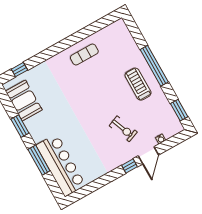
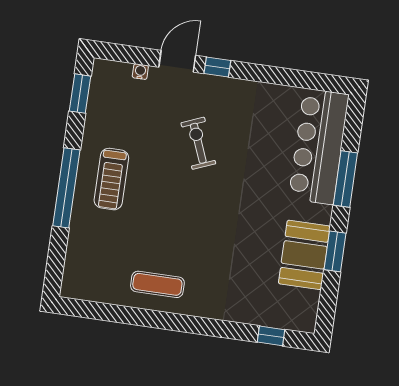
booth: (24, 100) -> (304, 255), moved
exercise bike: (123, 129) -> (198, 143), moved

